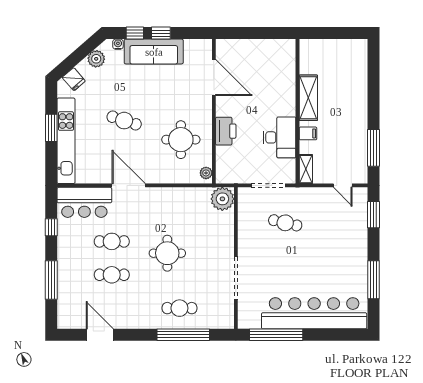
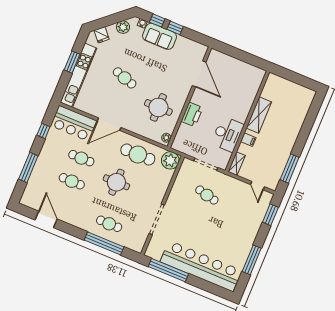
sofa: (154, 52) -> (160, 36), width x0.73
door: (129, 185) -> (109, 124), swing flipped
cafe table: (179, 208) -> (138, 154), added

